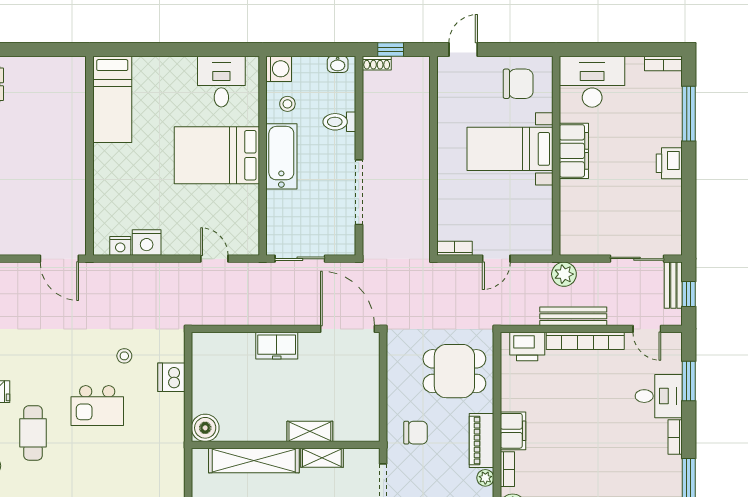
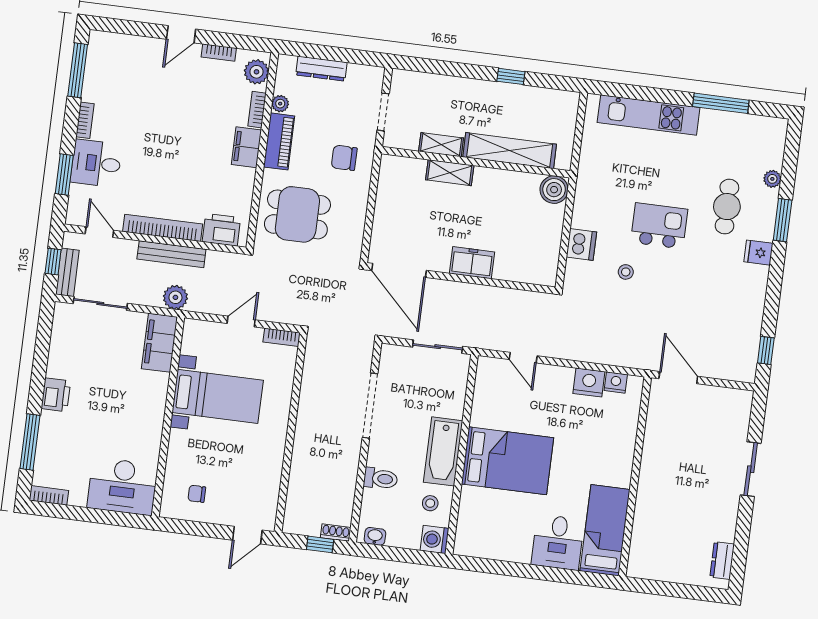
desk: (221, 82) -> (558, 542), moved
chair: (518, 84) -> (197, 494), width x0.54, depth x0.54
bed with nightstands: (510, 149) -> (218, 396), moved
filing cabinet: (574, 151) -> (159, 343), moved

